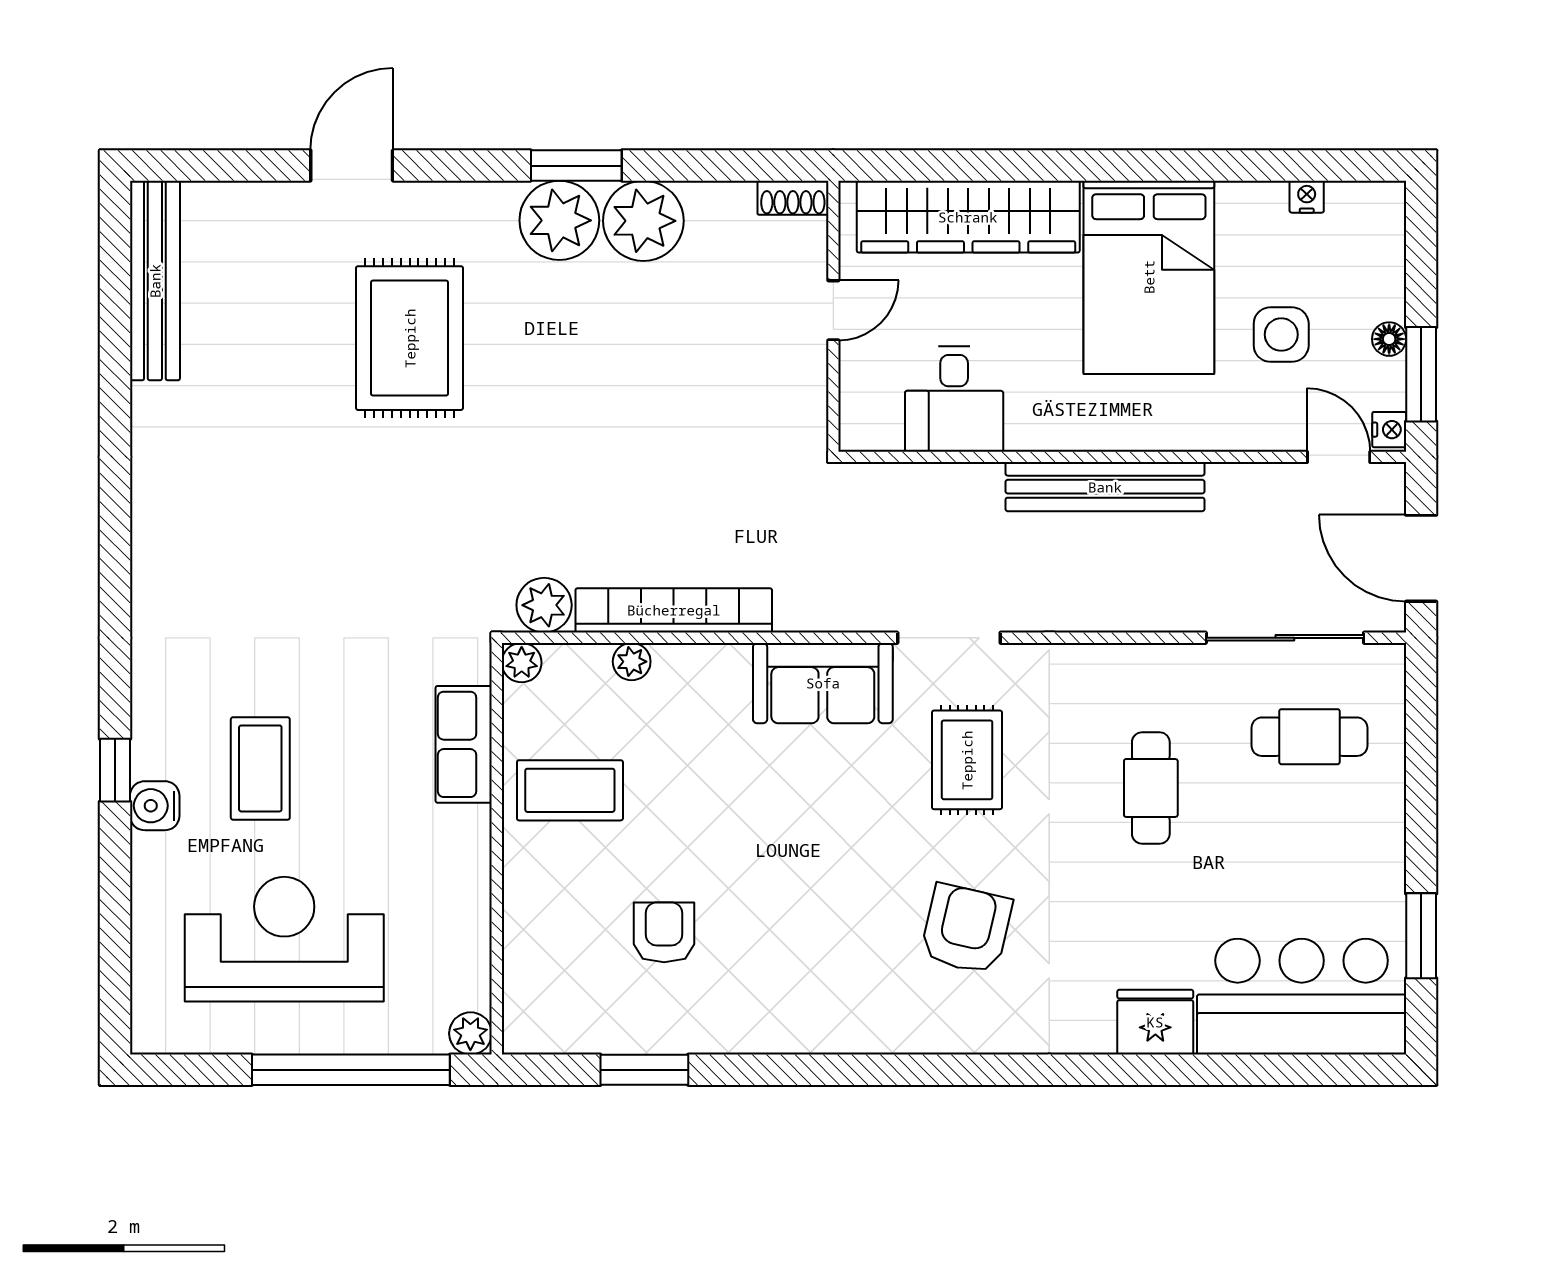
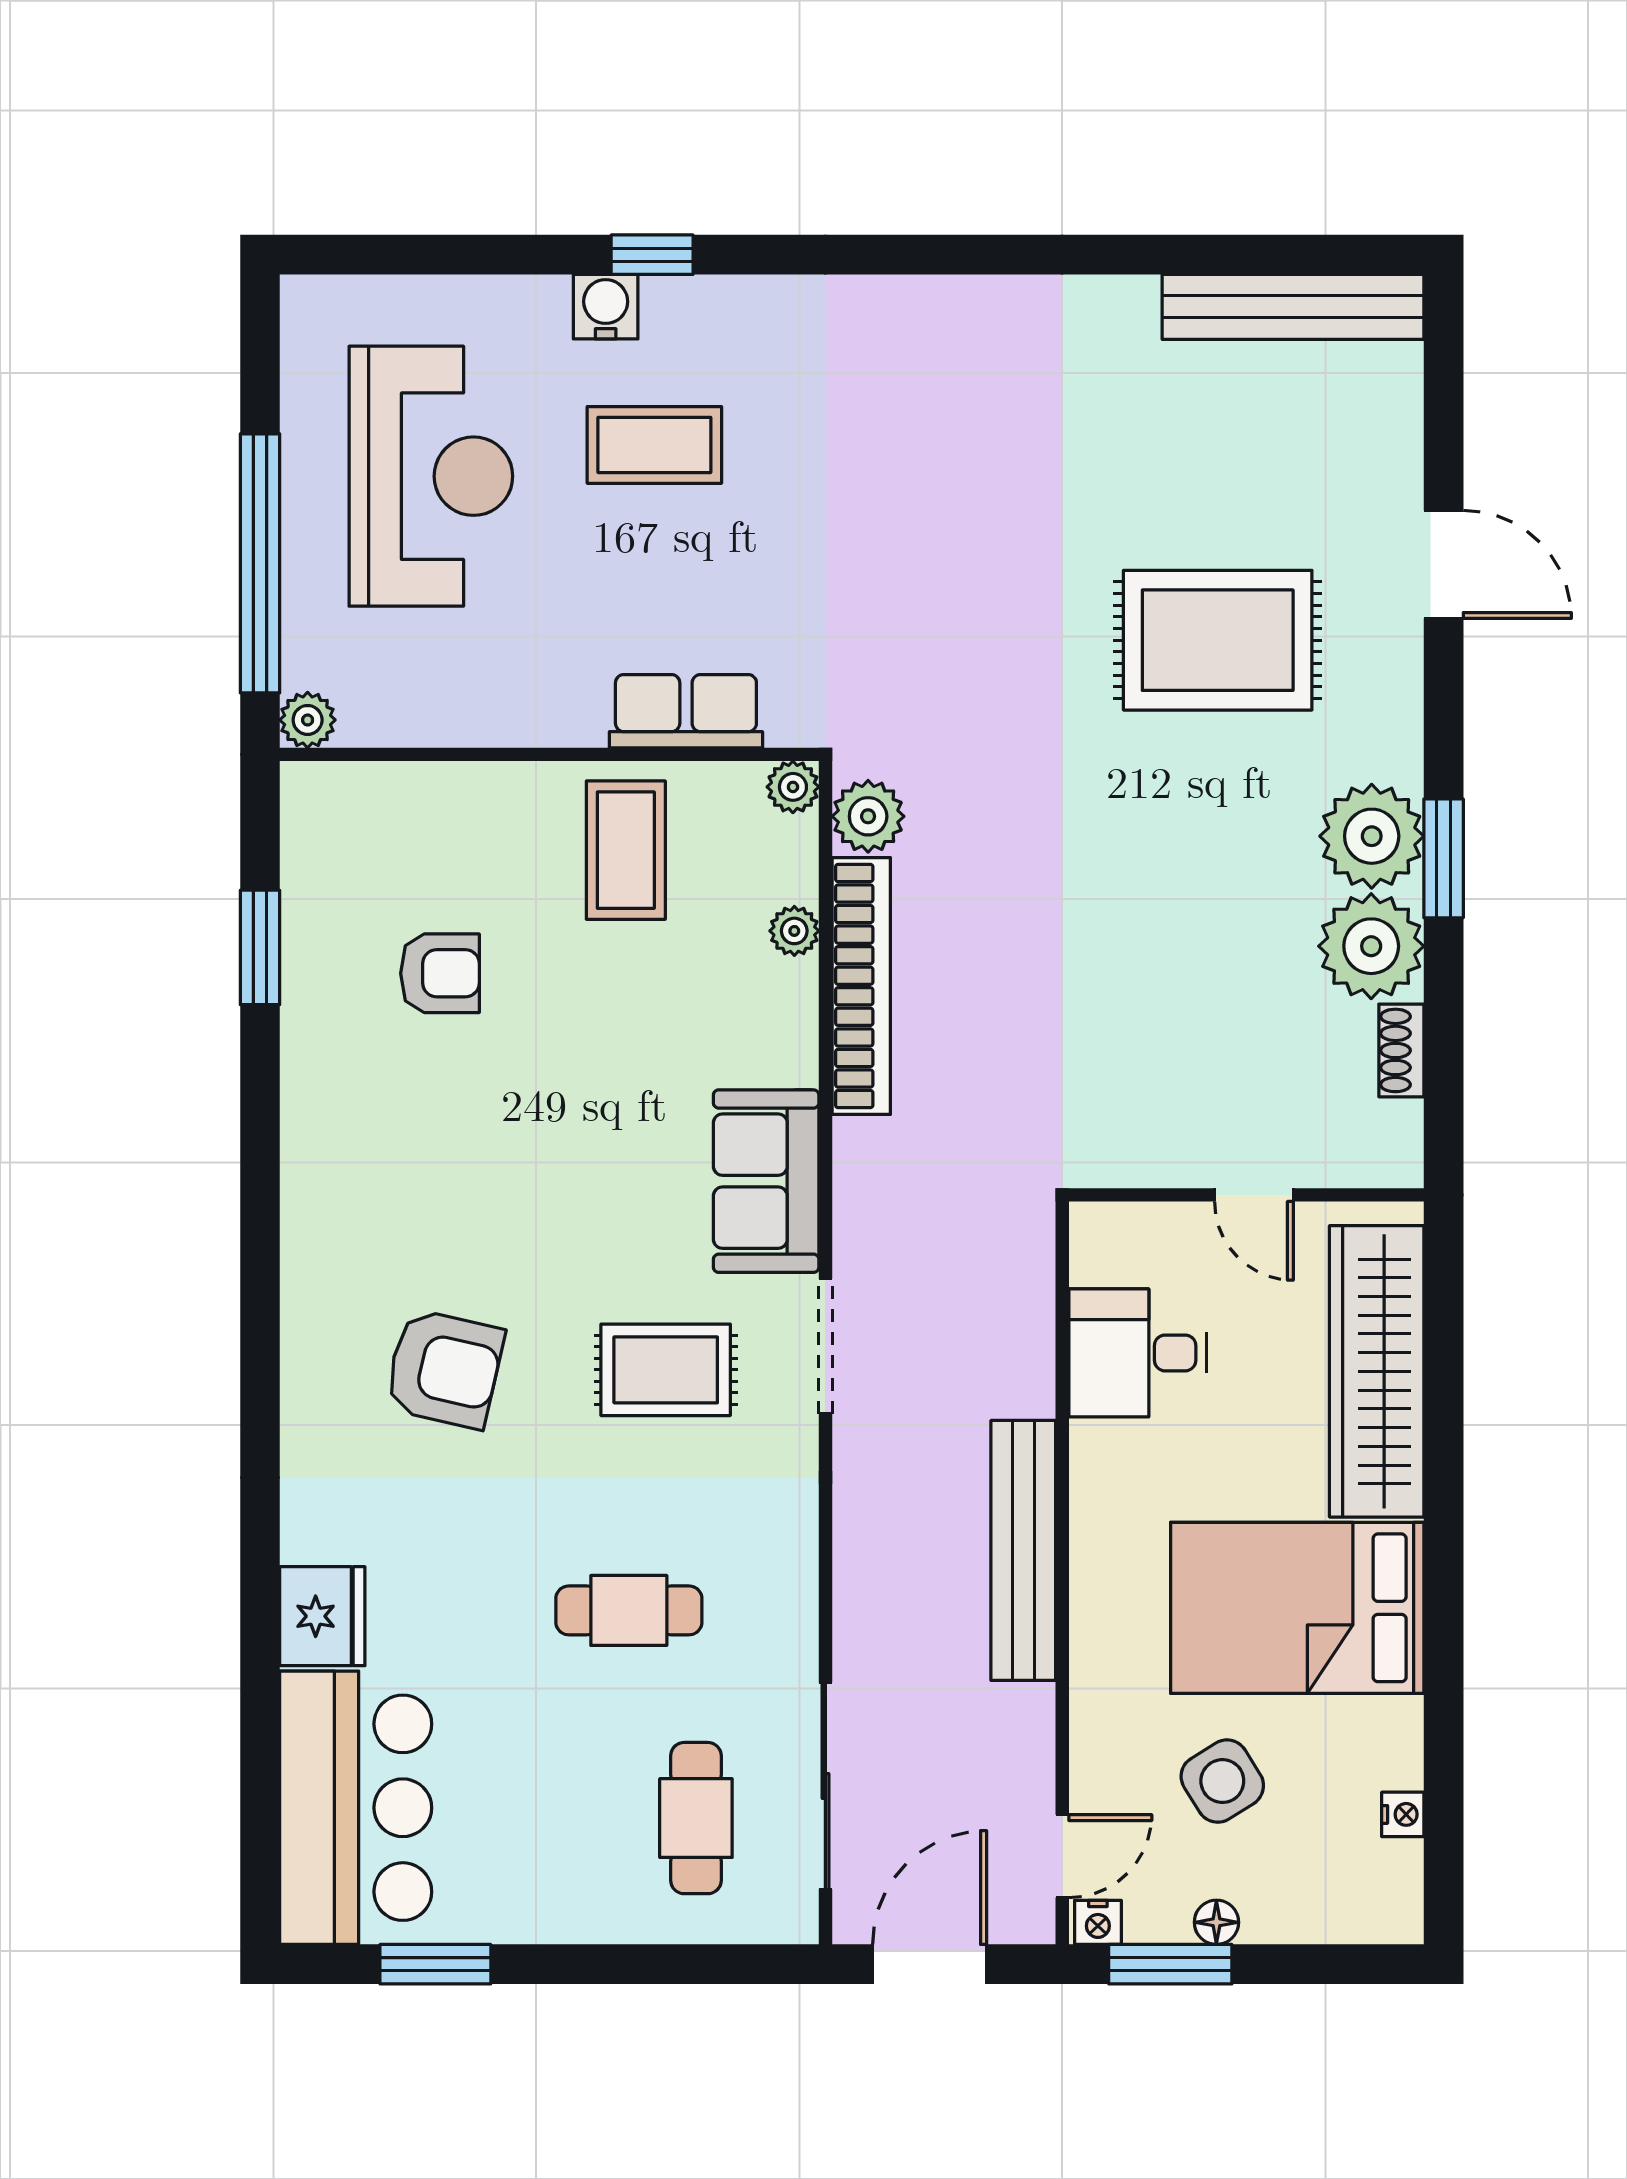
shoe rack: (793, 198) -> (1401, 1050), moved
side table: (1281, 335) -> (1222, 1781), turned -32

